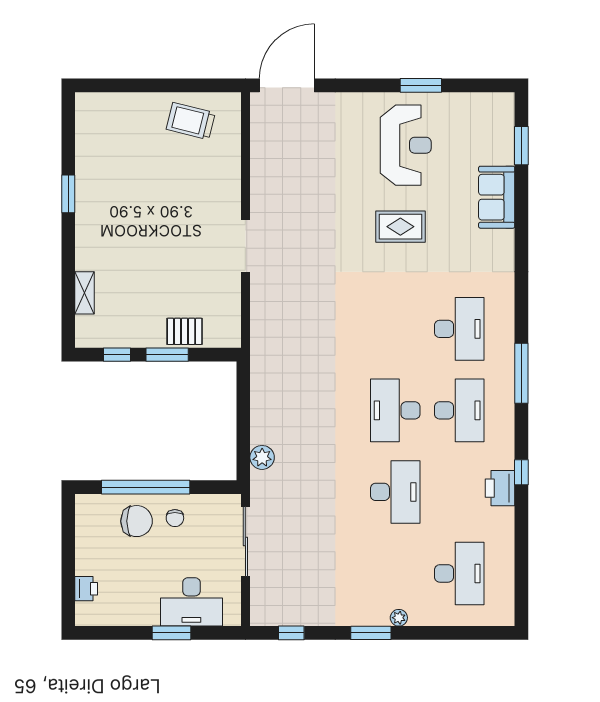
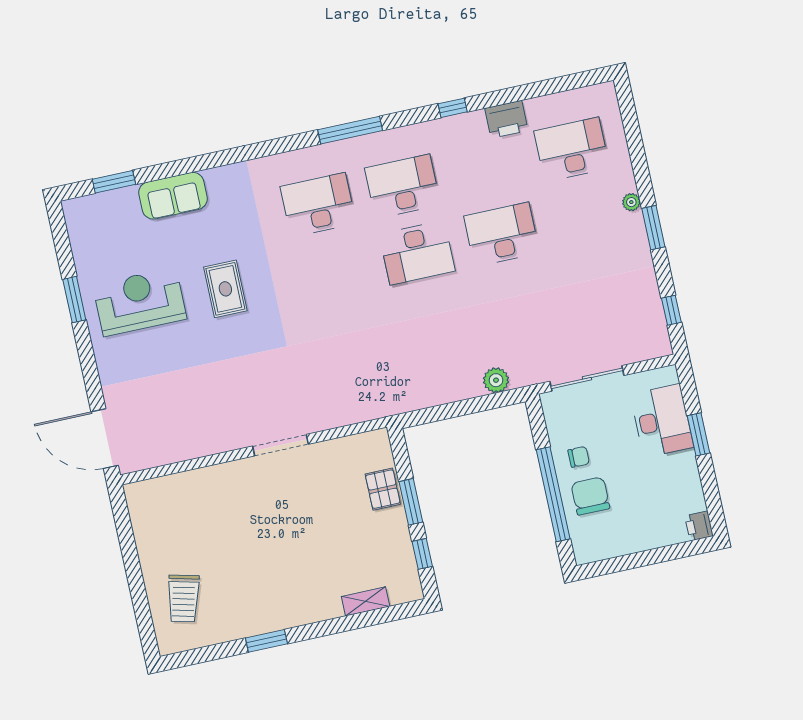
trolley: (191, 121) -> (184, 598), moved
printer: (500, 488) -> (506, 119), moved
printer: (86, 589) -> (699, 526), moved, turned -90

